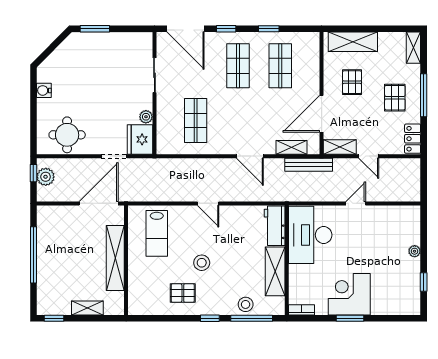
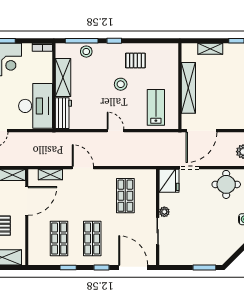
plant: (146, 117) -> (164, 212), moved
bench: (309, 165) -> (37, 161), removed

